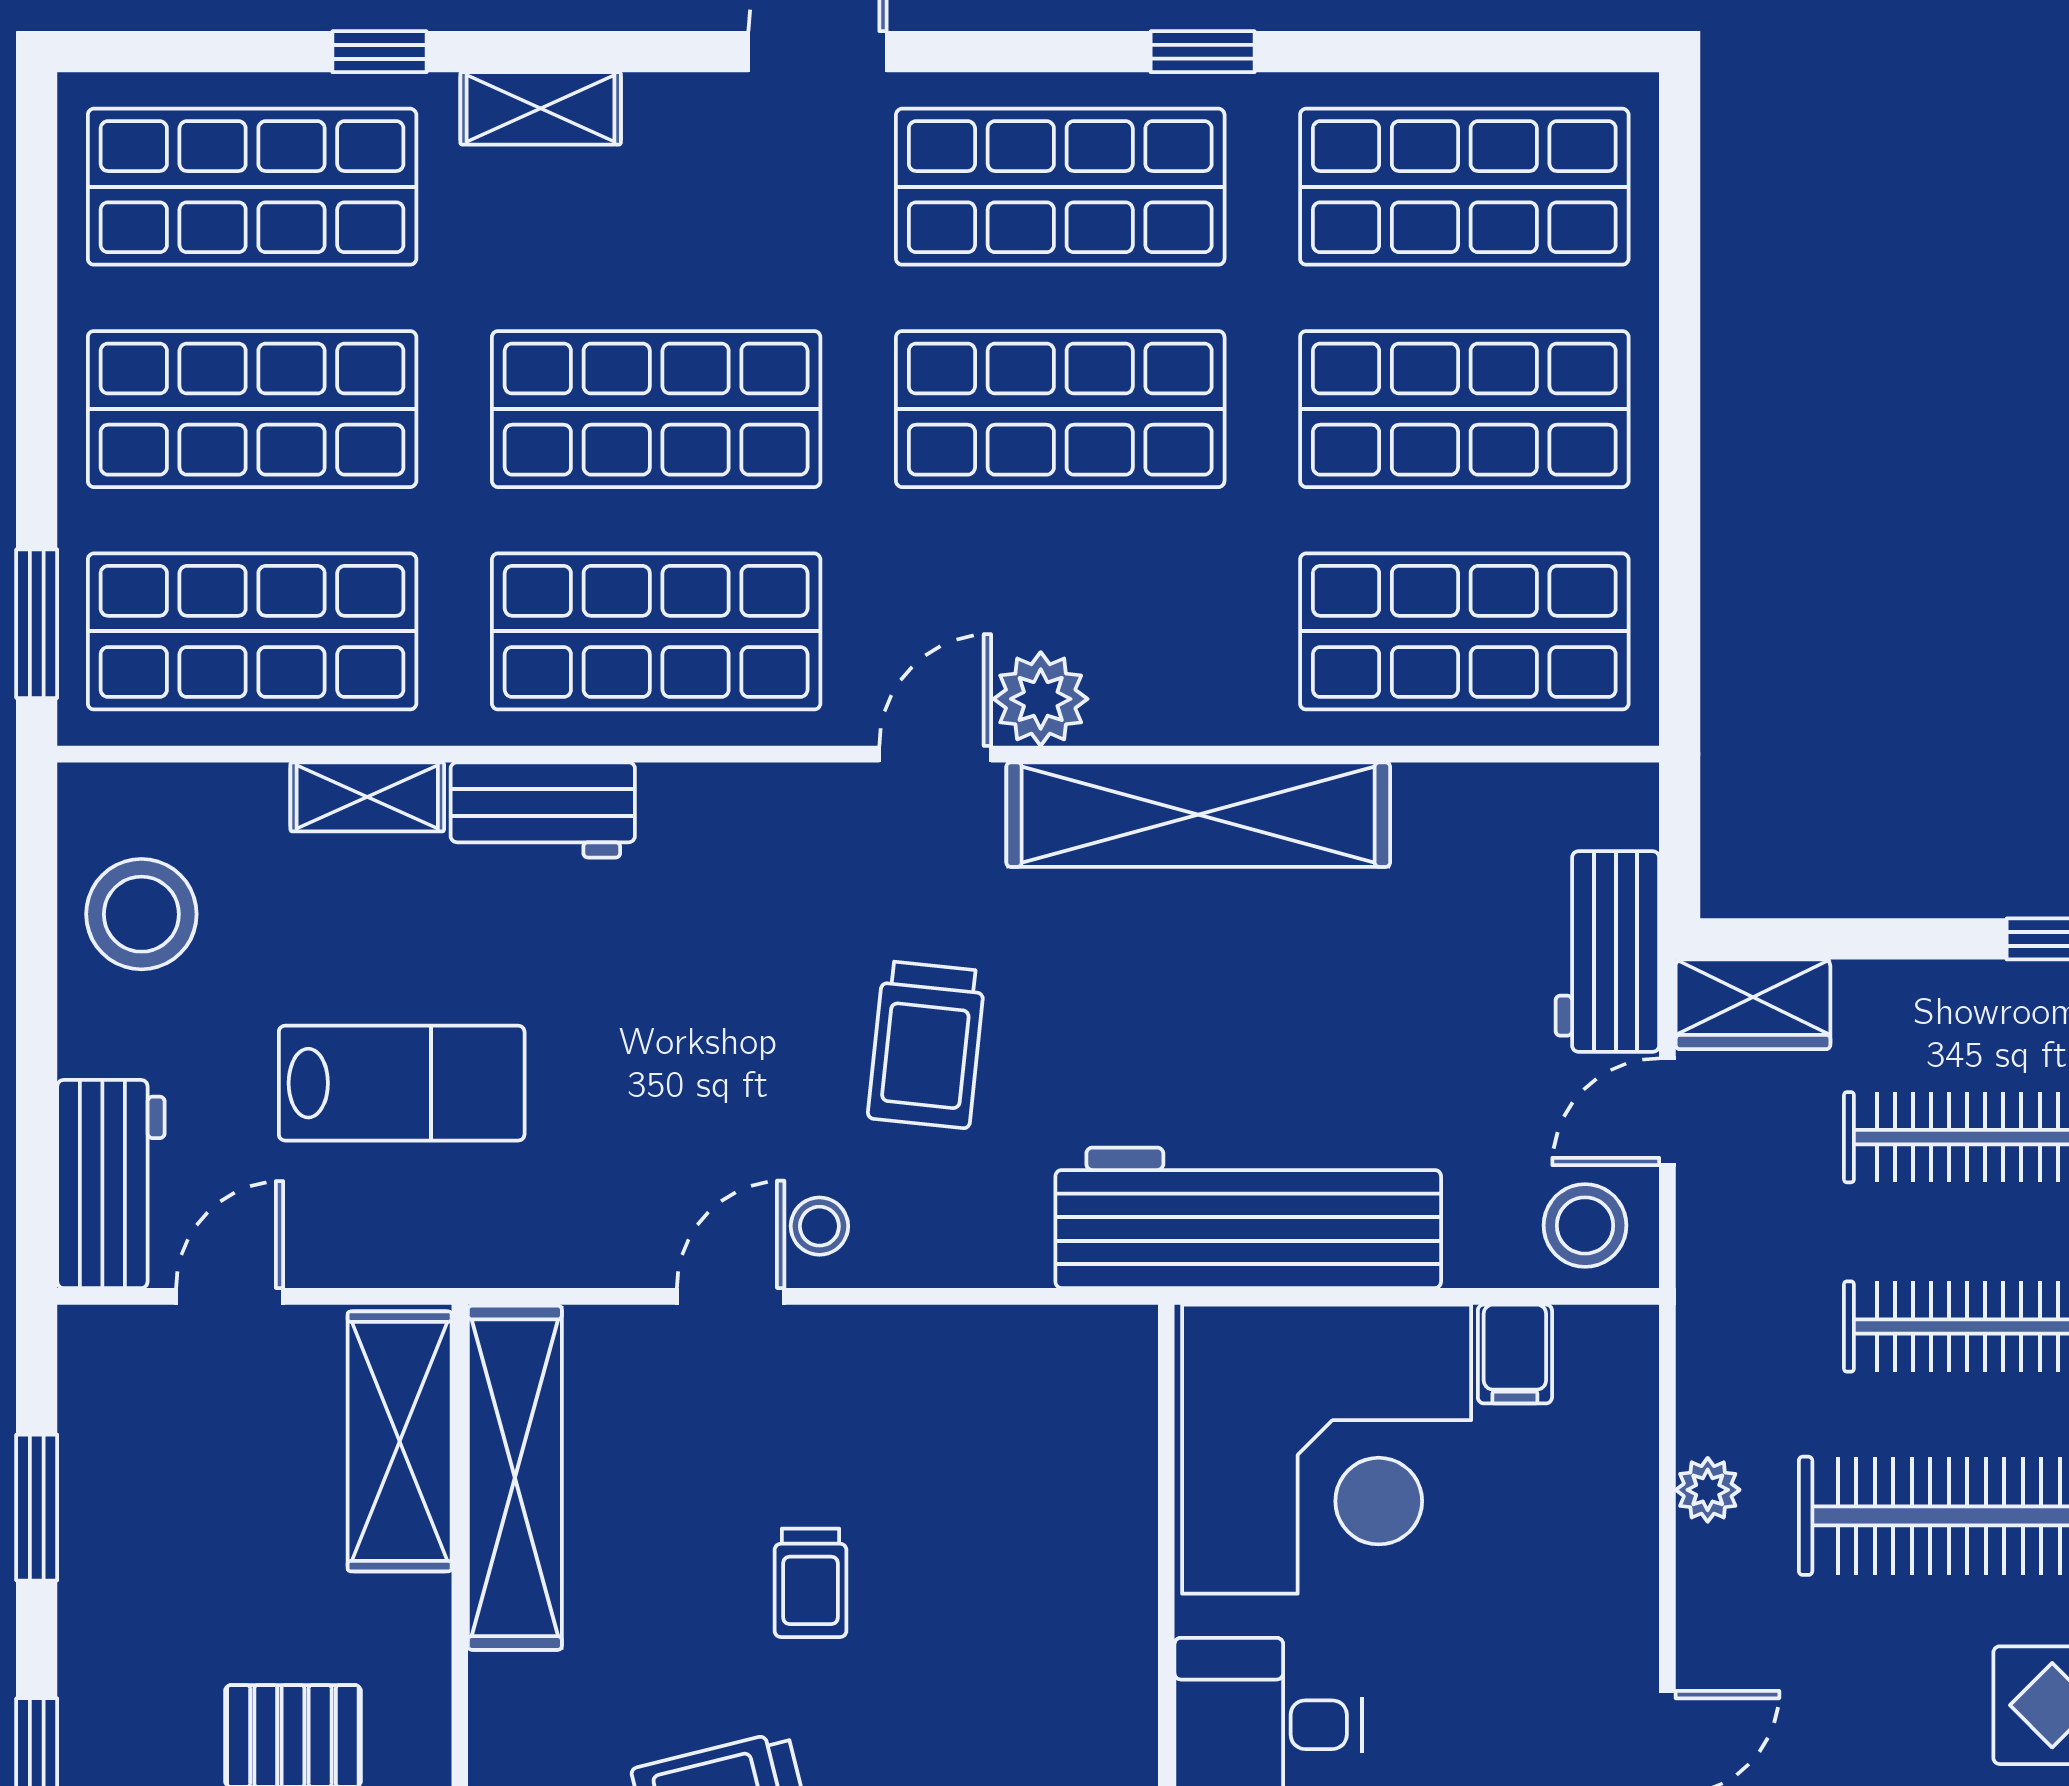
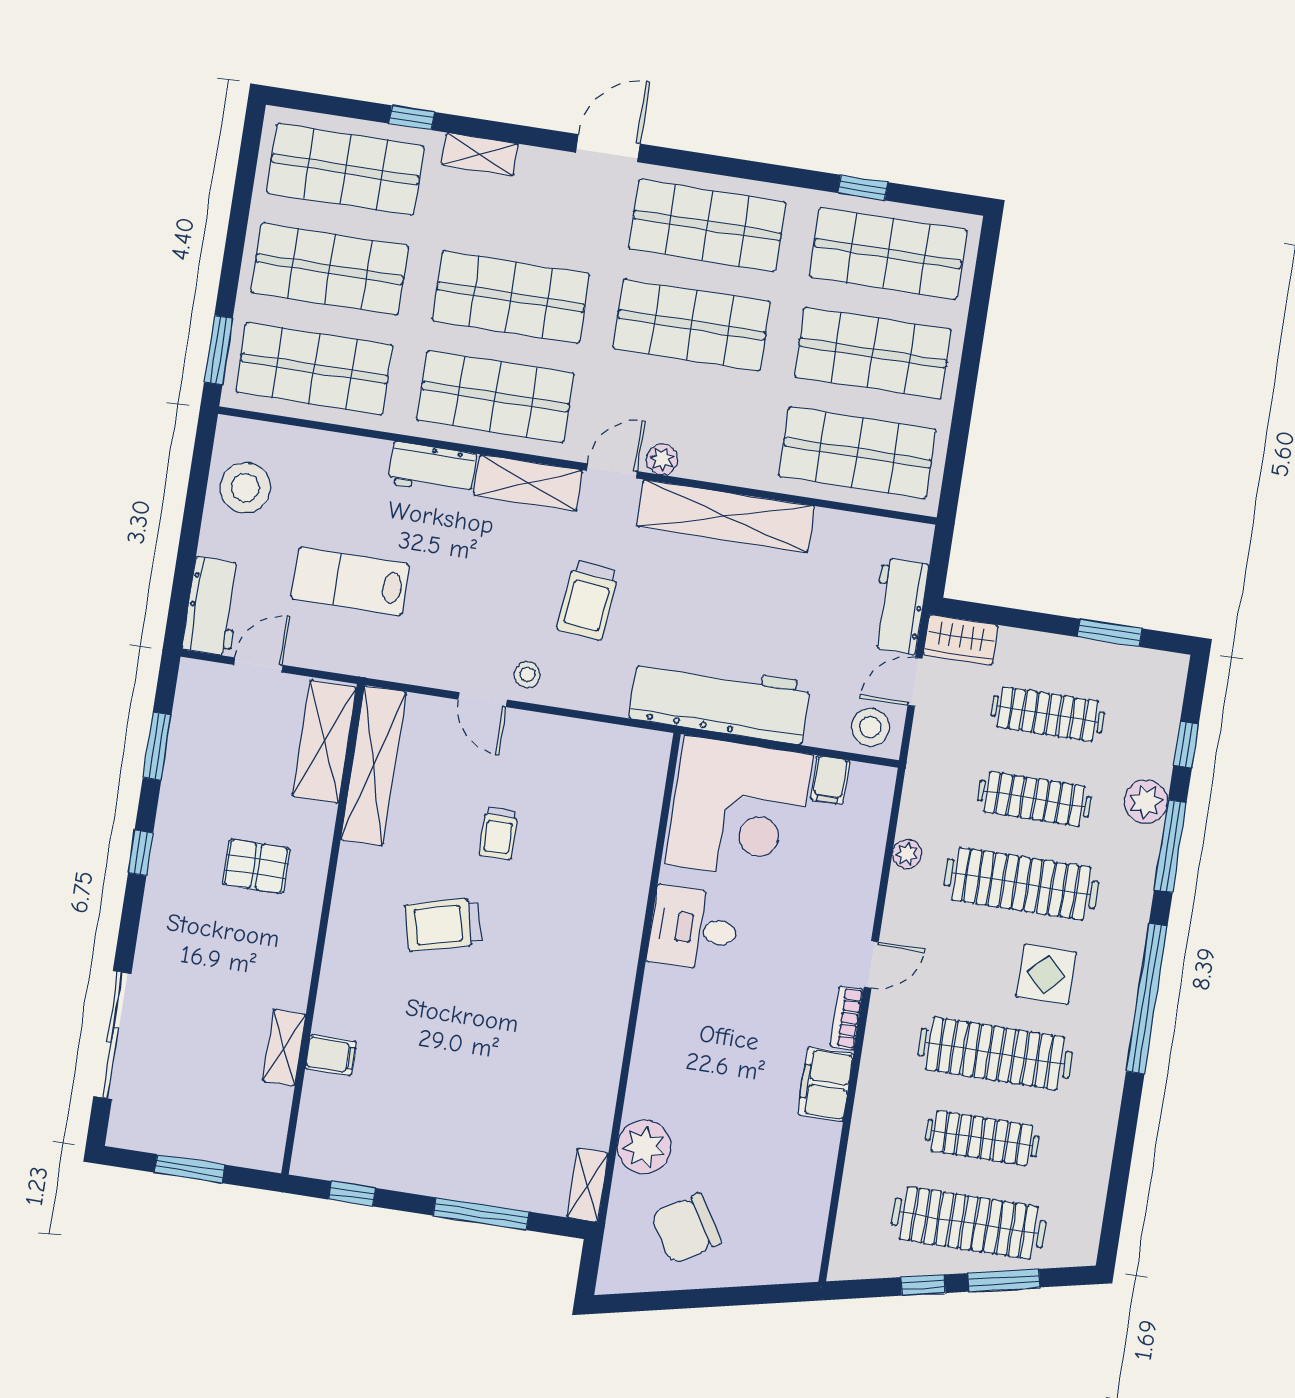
window: (1203, 52) -> (863, 188), moved
plant: (1041, 699) -> (662, 459), width x0.73, depth x0.73
shelving: (367, 797) -> (528, 483), moved, width x1.50, depth x1.33
lab bench: (402, 1083) -> (350, 581), turned 180
door: (731, 1296) -> (483, 700), swing flipped

